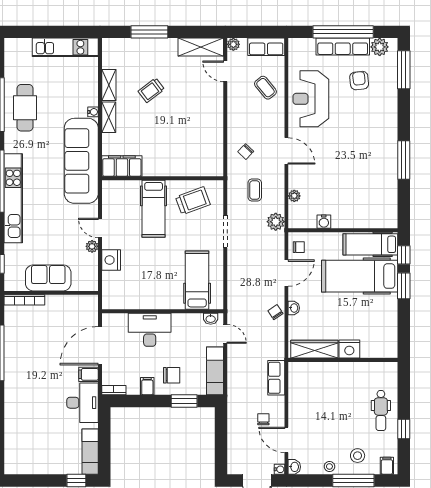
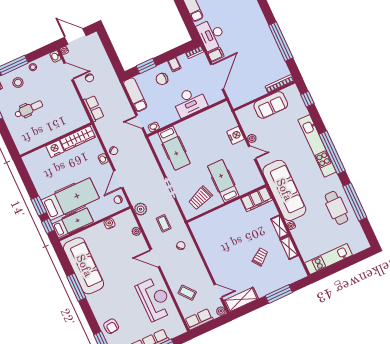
armchair: (359, 81) -> (111, 326), moved
sofa: (382, 183) -> (84, 266), added
dental chair: (381, 411) -> (29, 109), moved, turned 90

